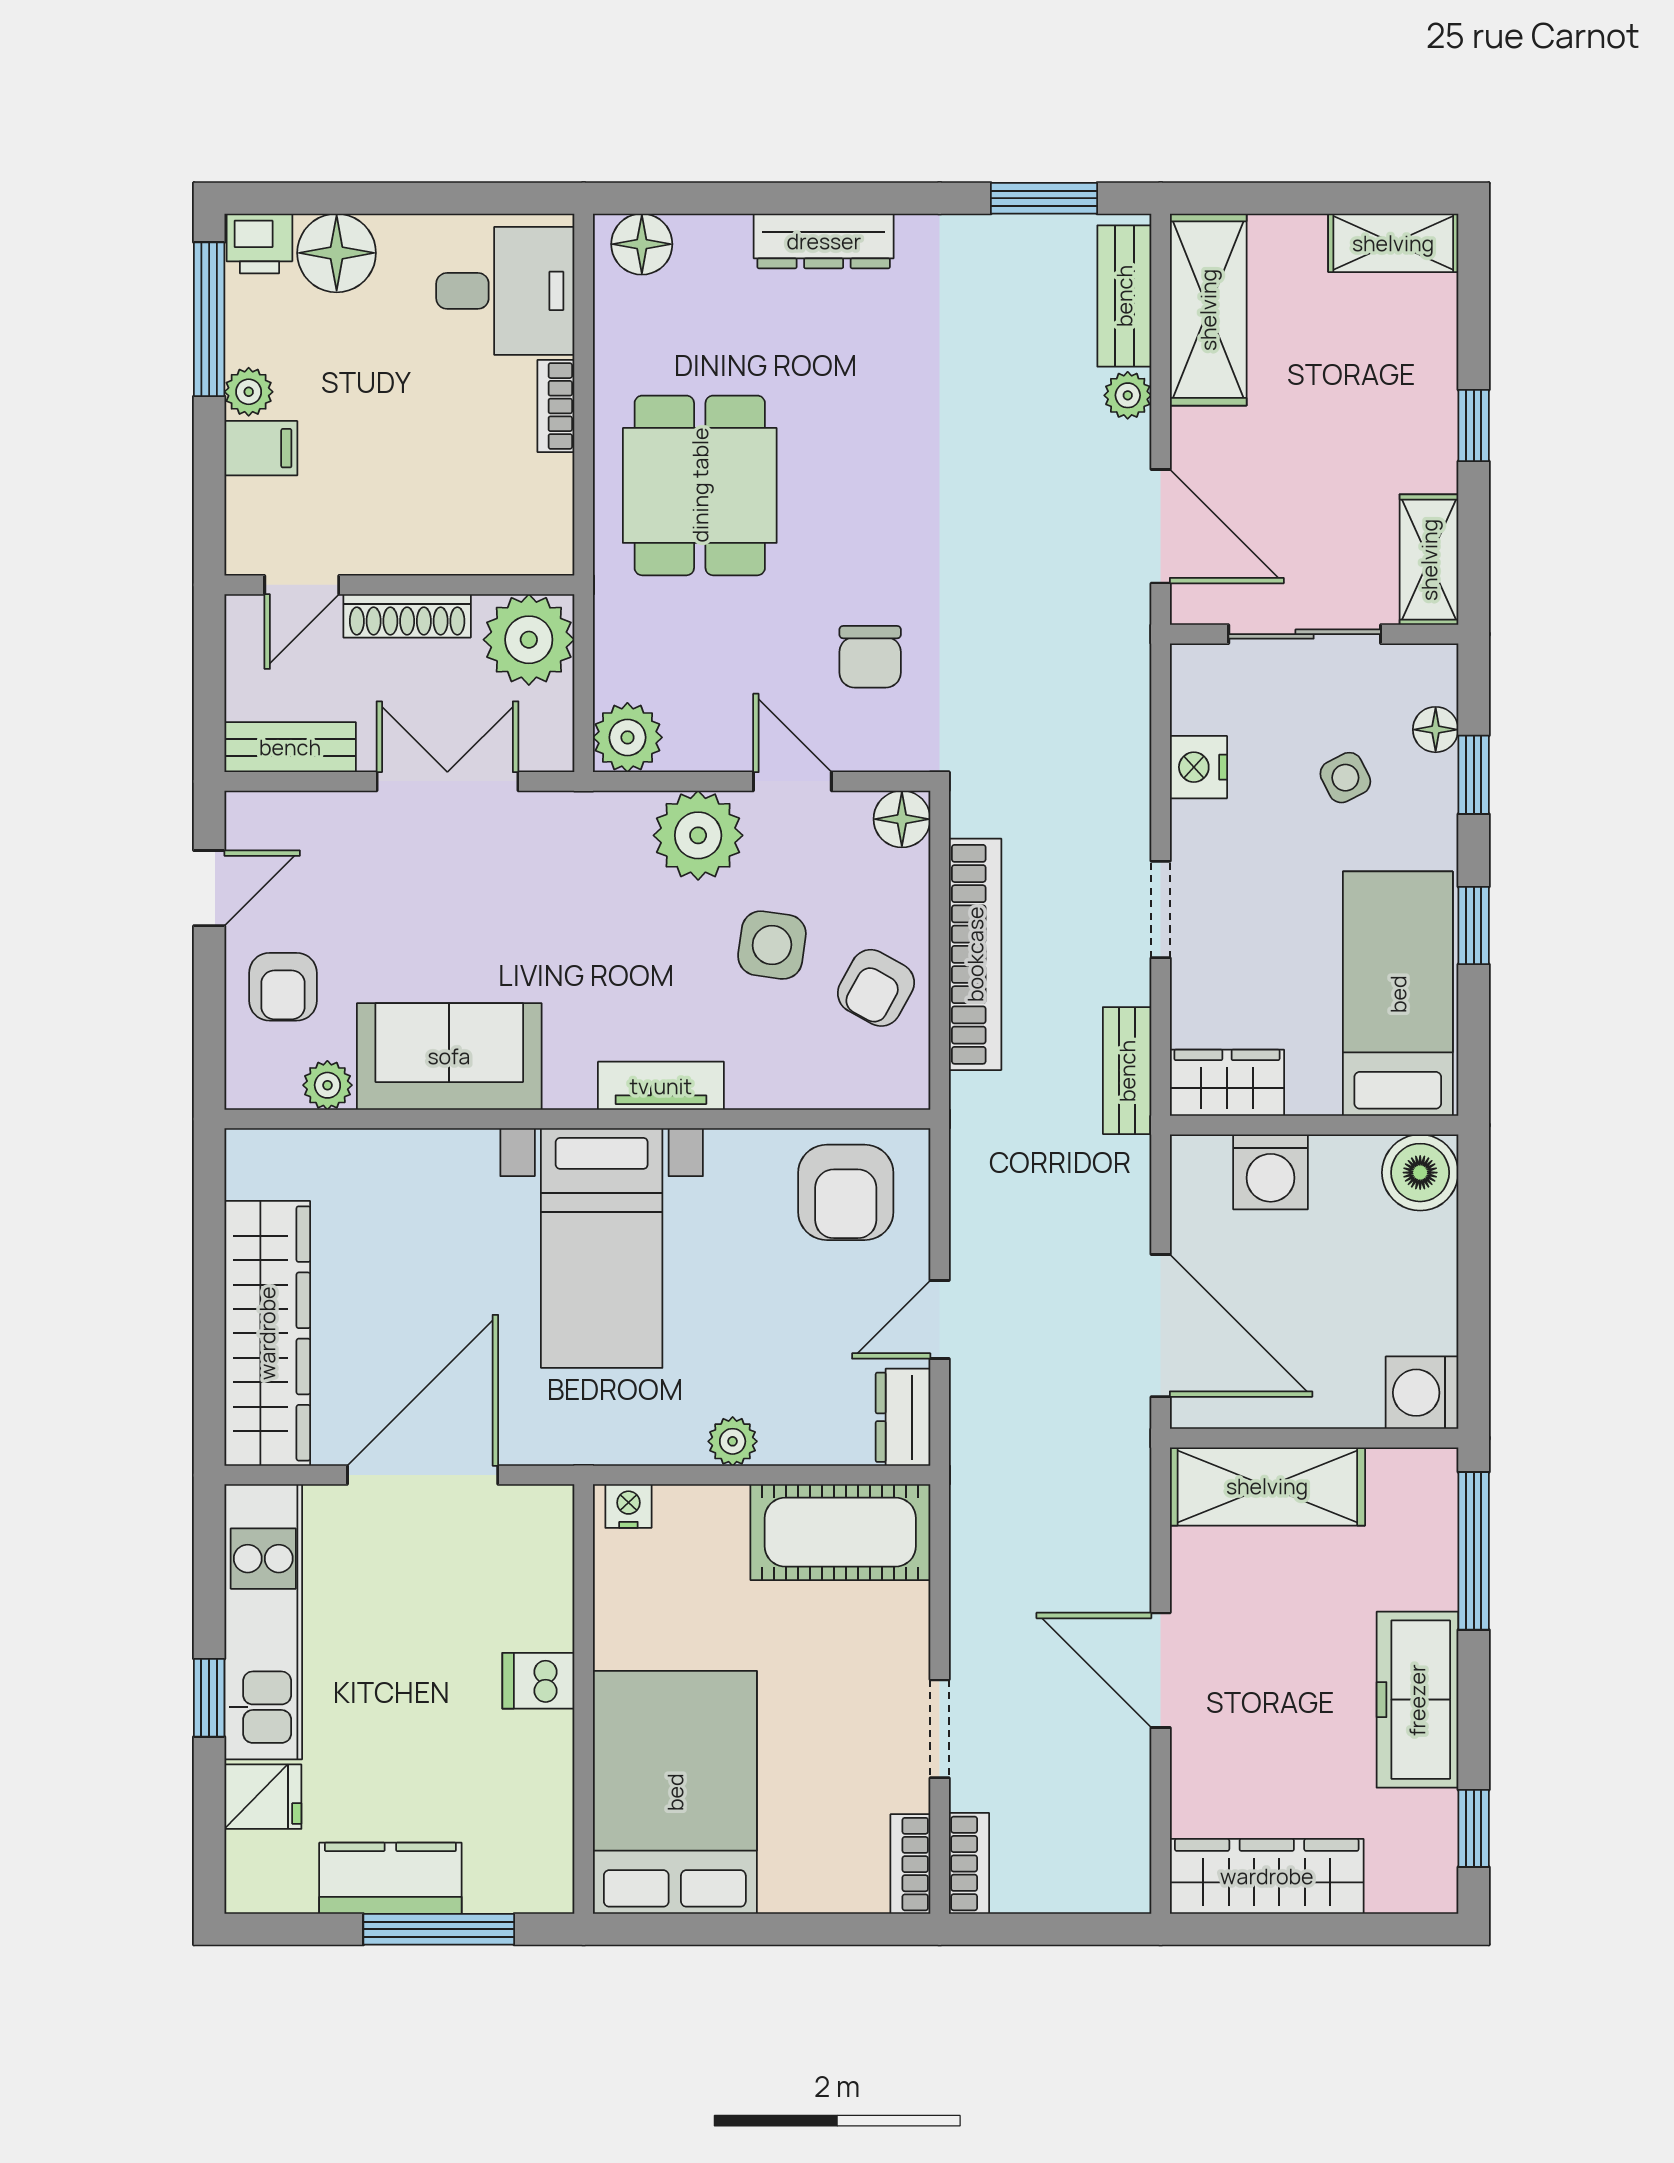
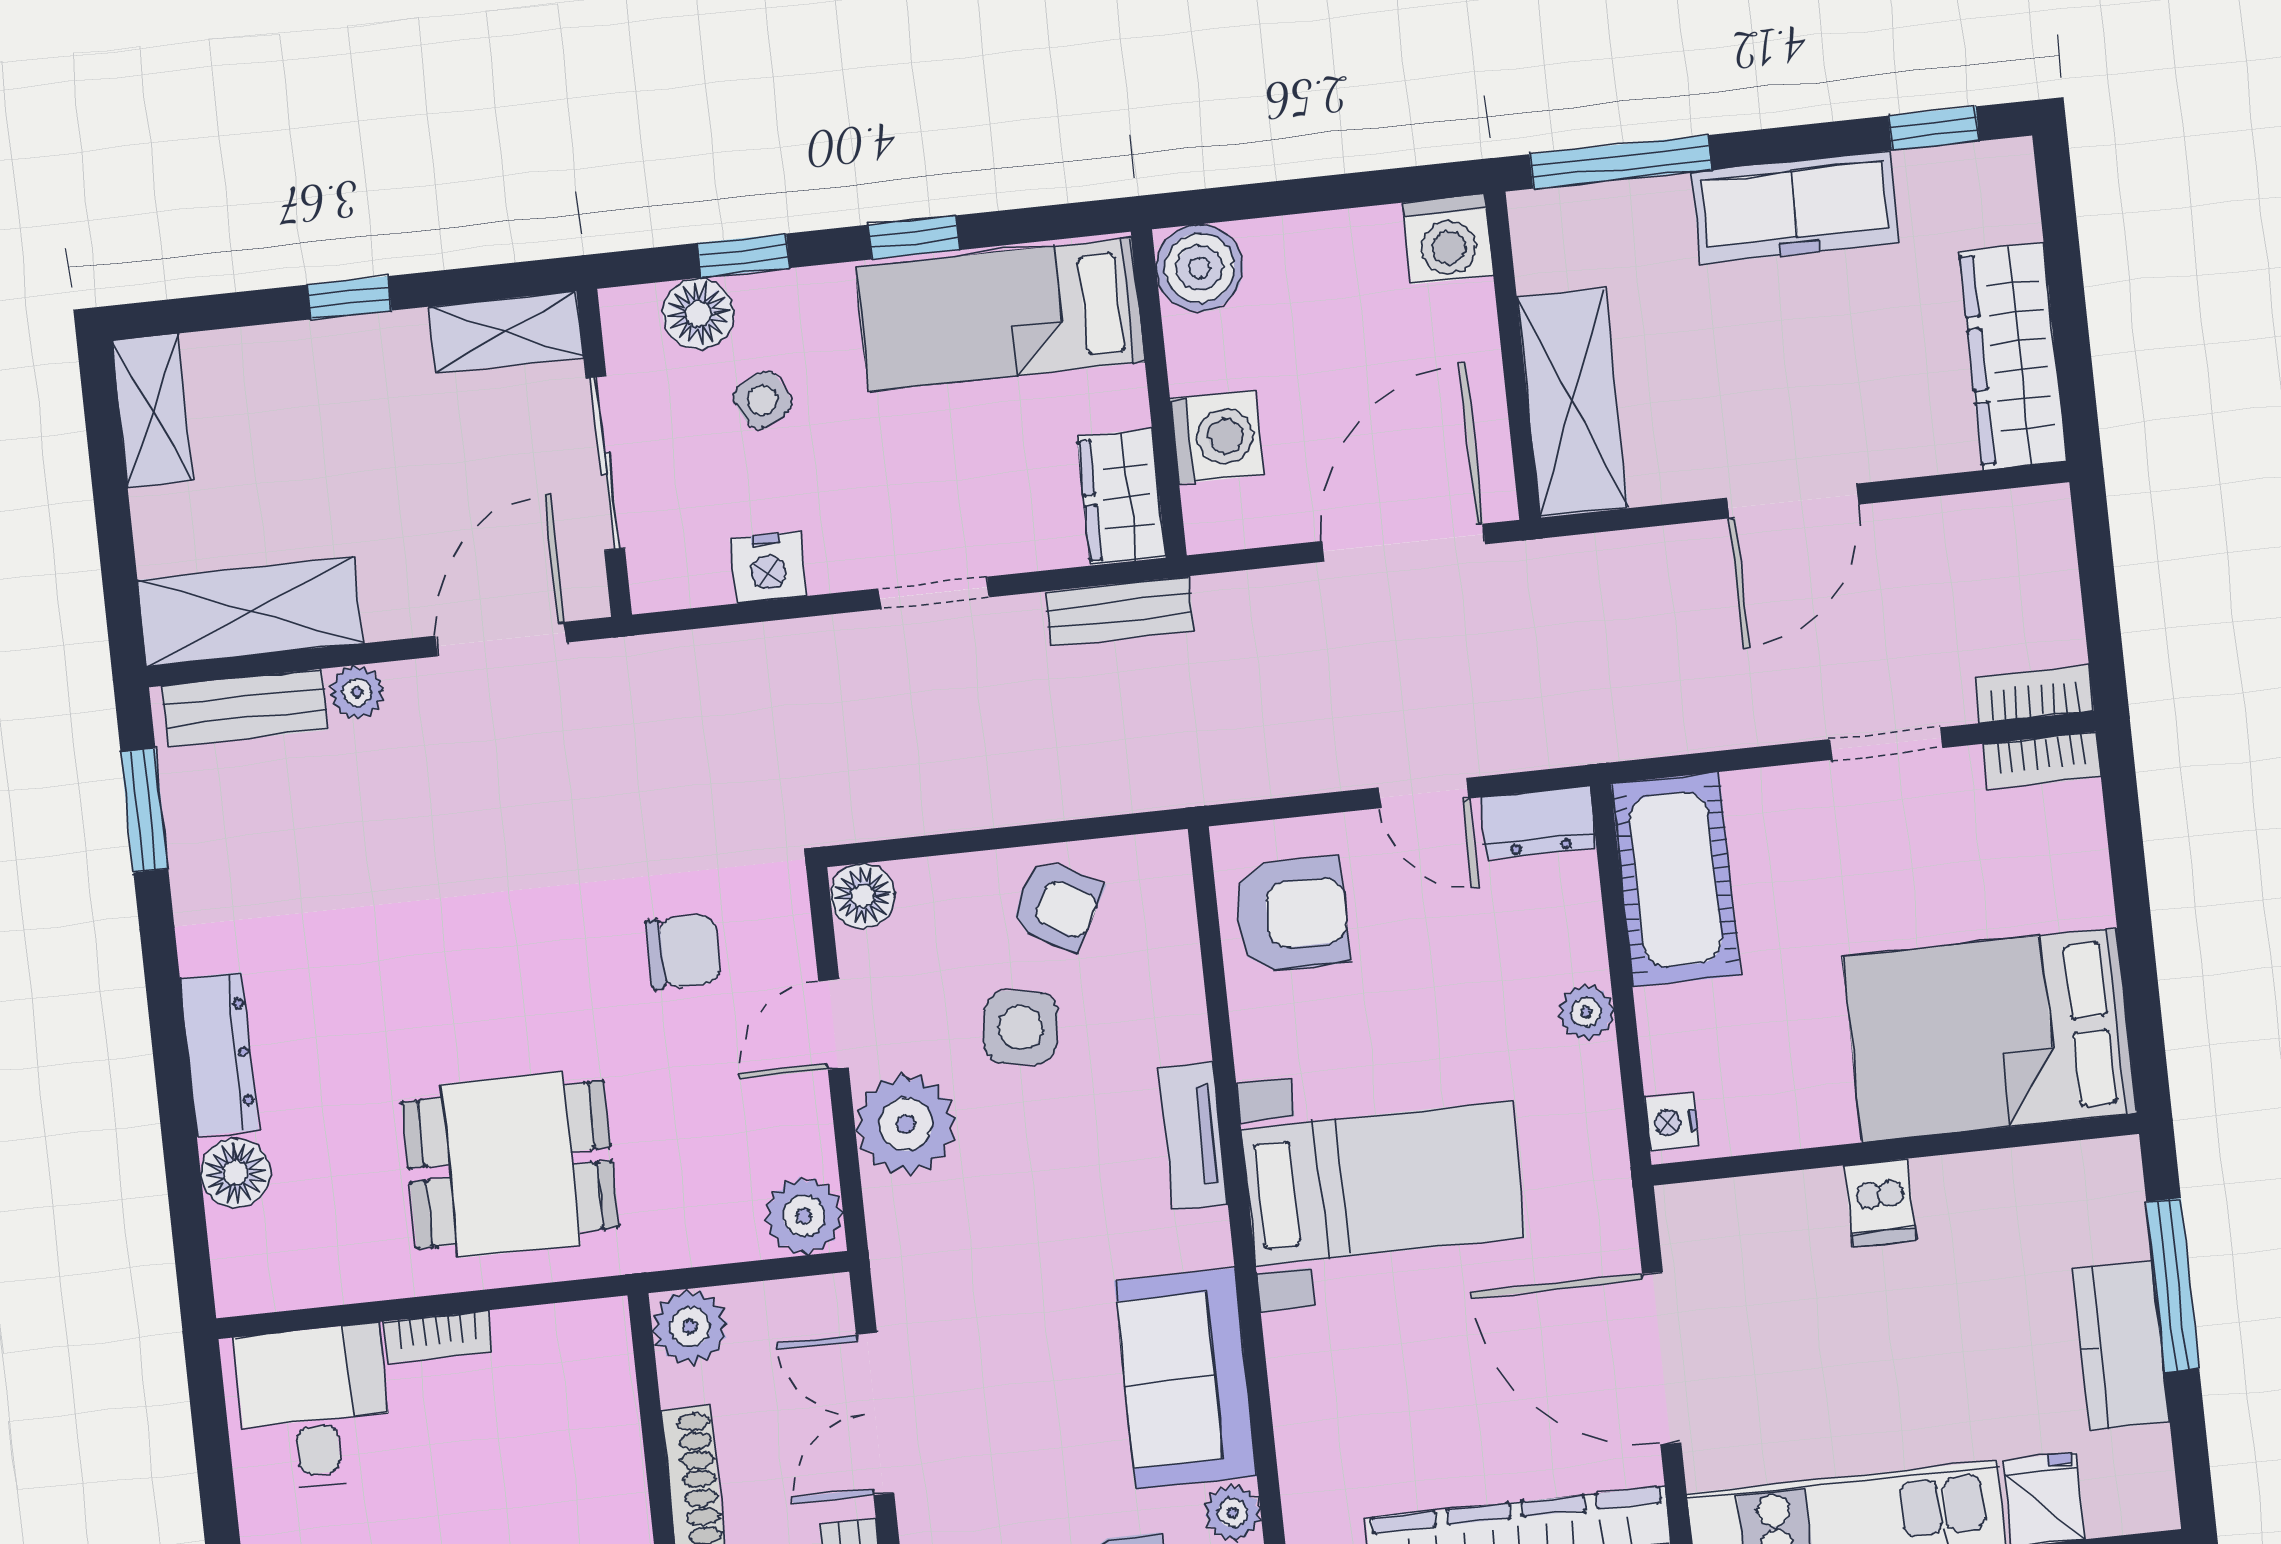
floor lamp: (642, 244) -> (236, 1173), moved
plant: (529, 640) -> (690, 1327), width x0.73, depth x0.73
floor lamp: (1436, 730) -> (698, 314), width x1.37, depth x1.37
bookcase: (975, 954) -> (1007, 797), removed

